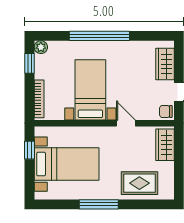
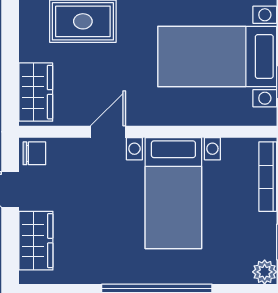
door: (126, 123) -> (108, 132), swing flipped

